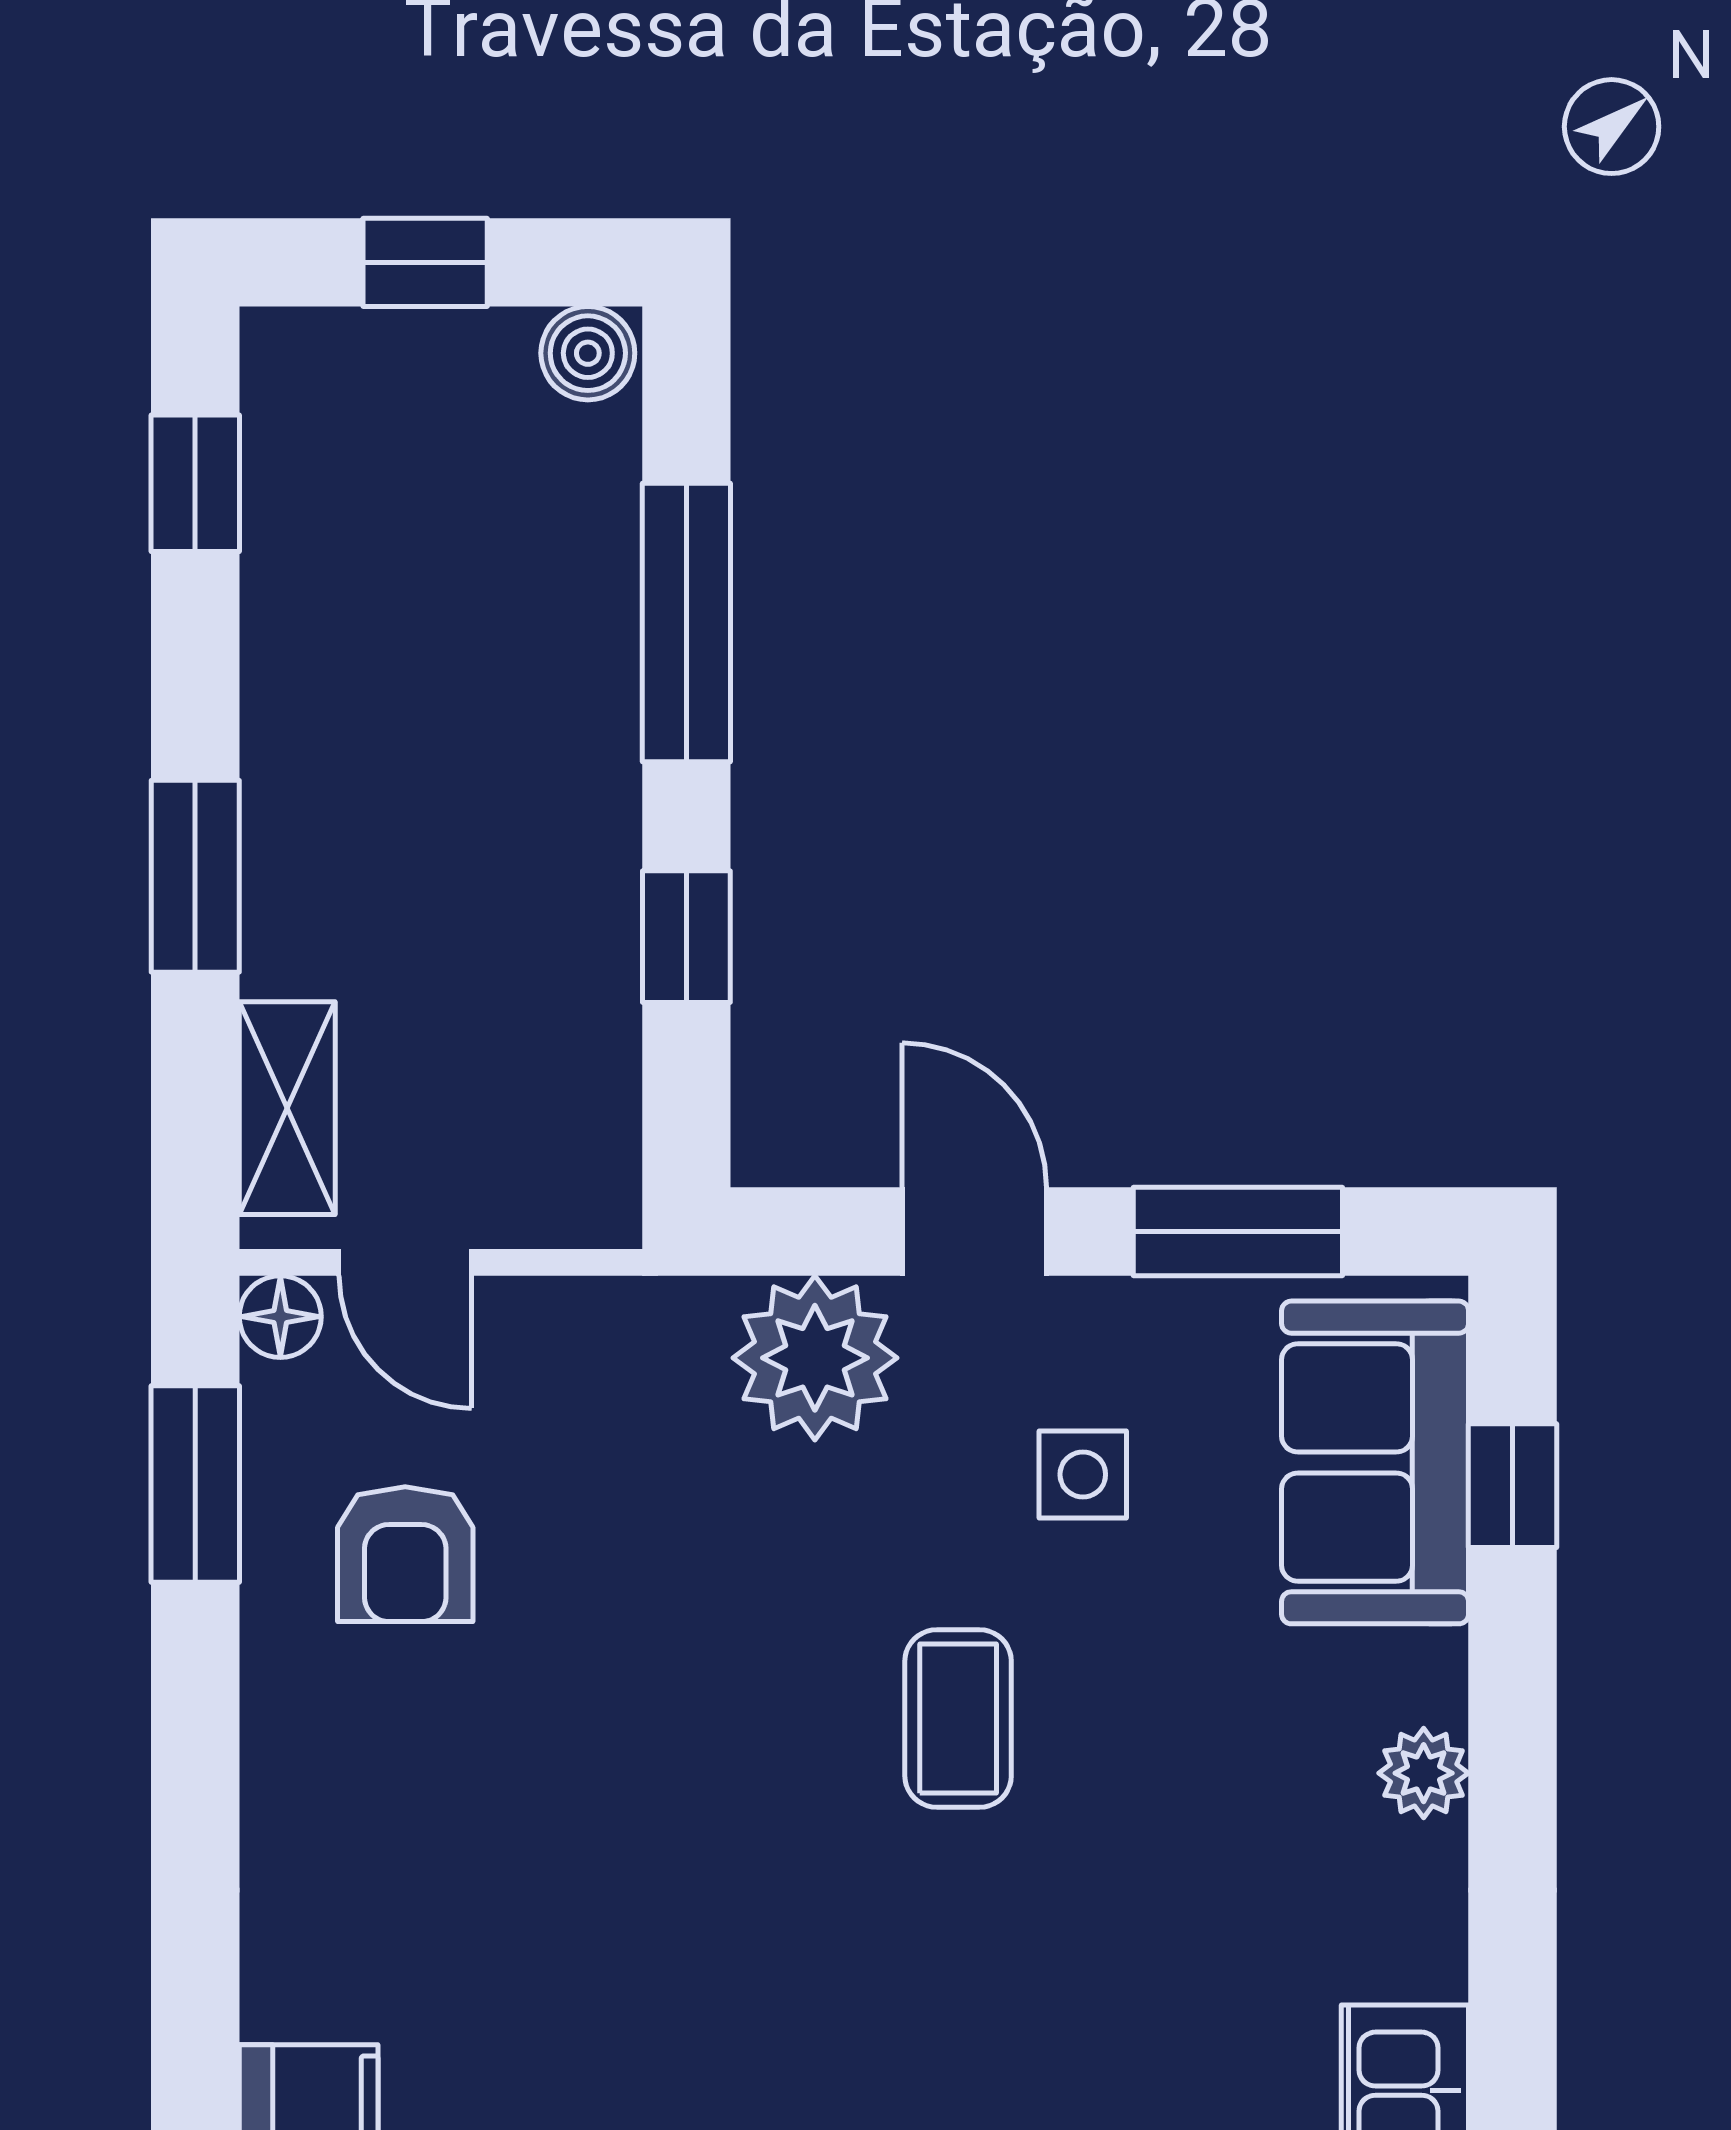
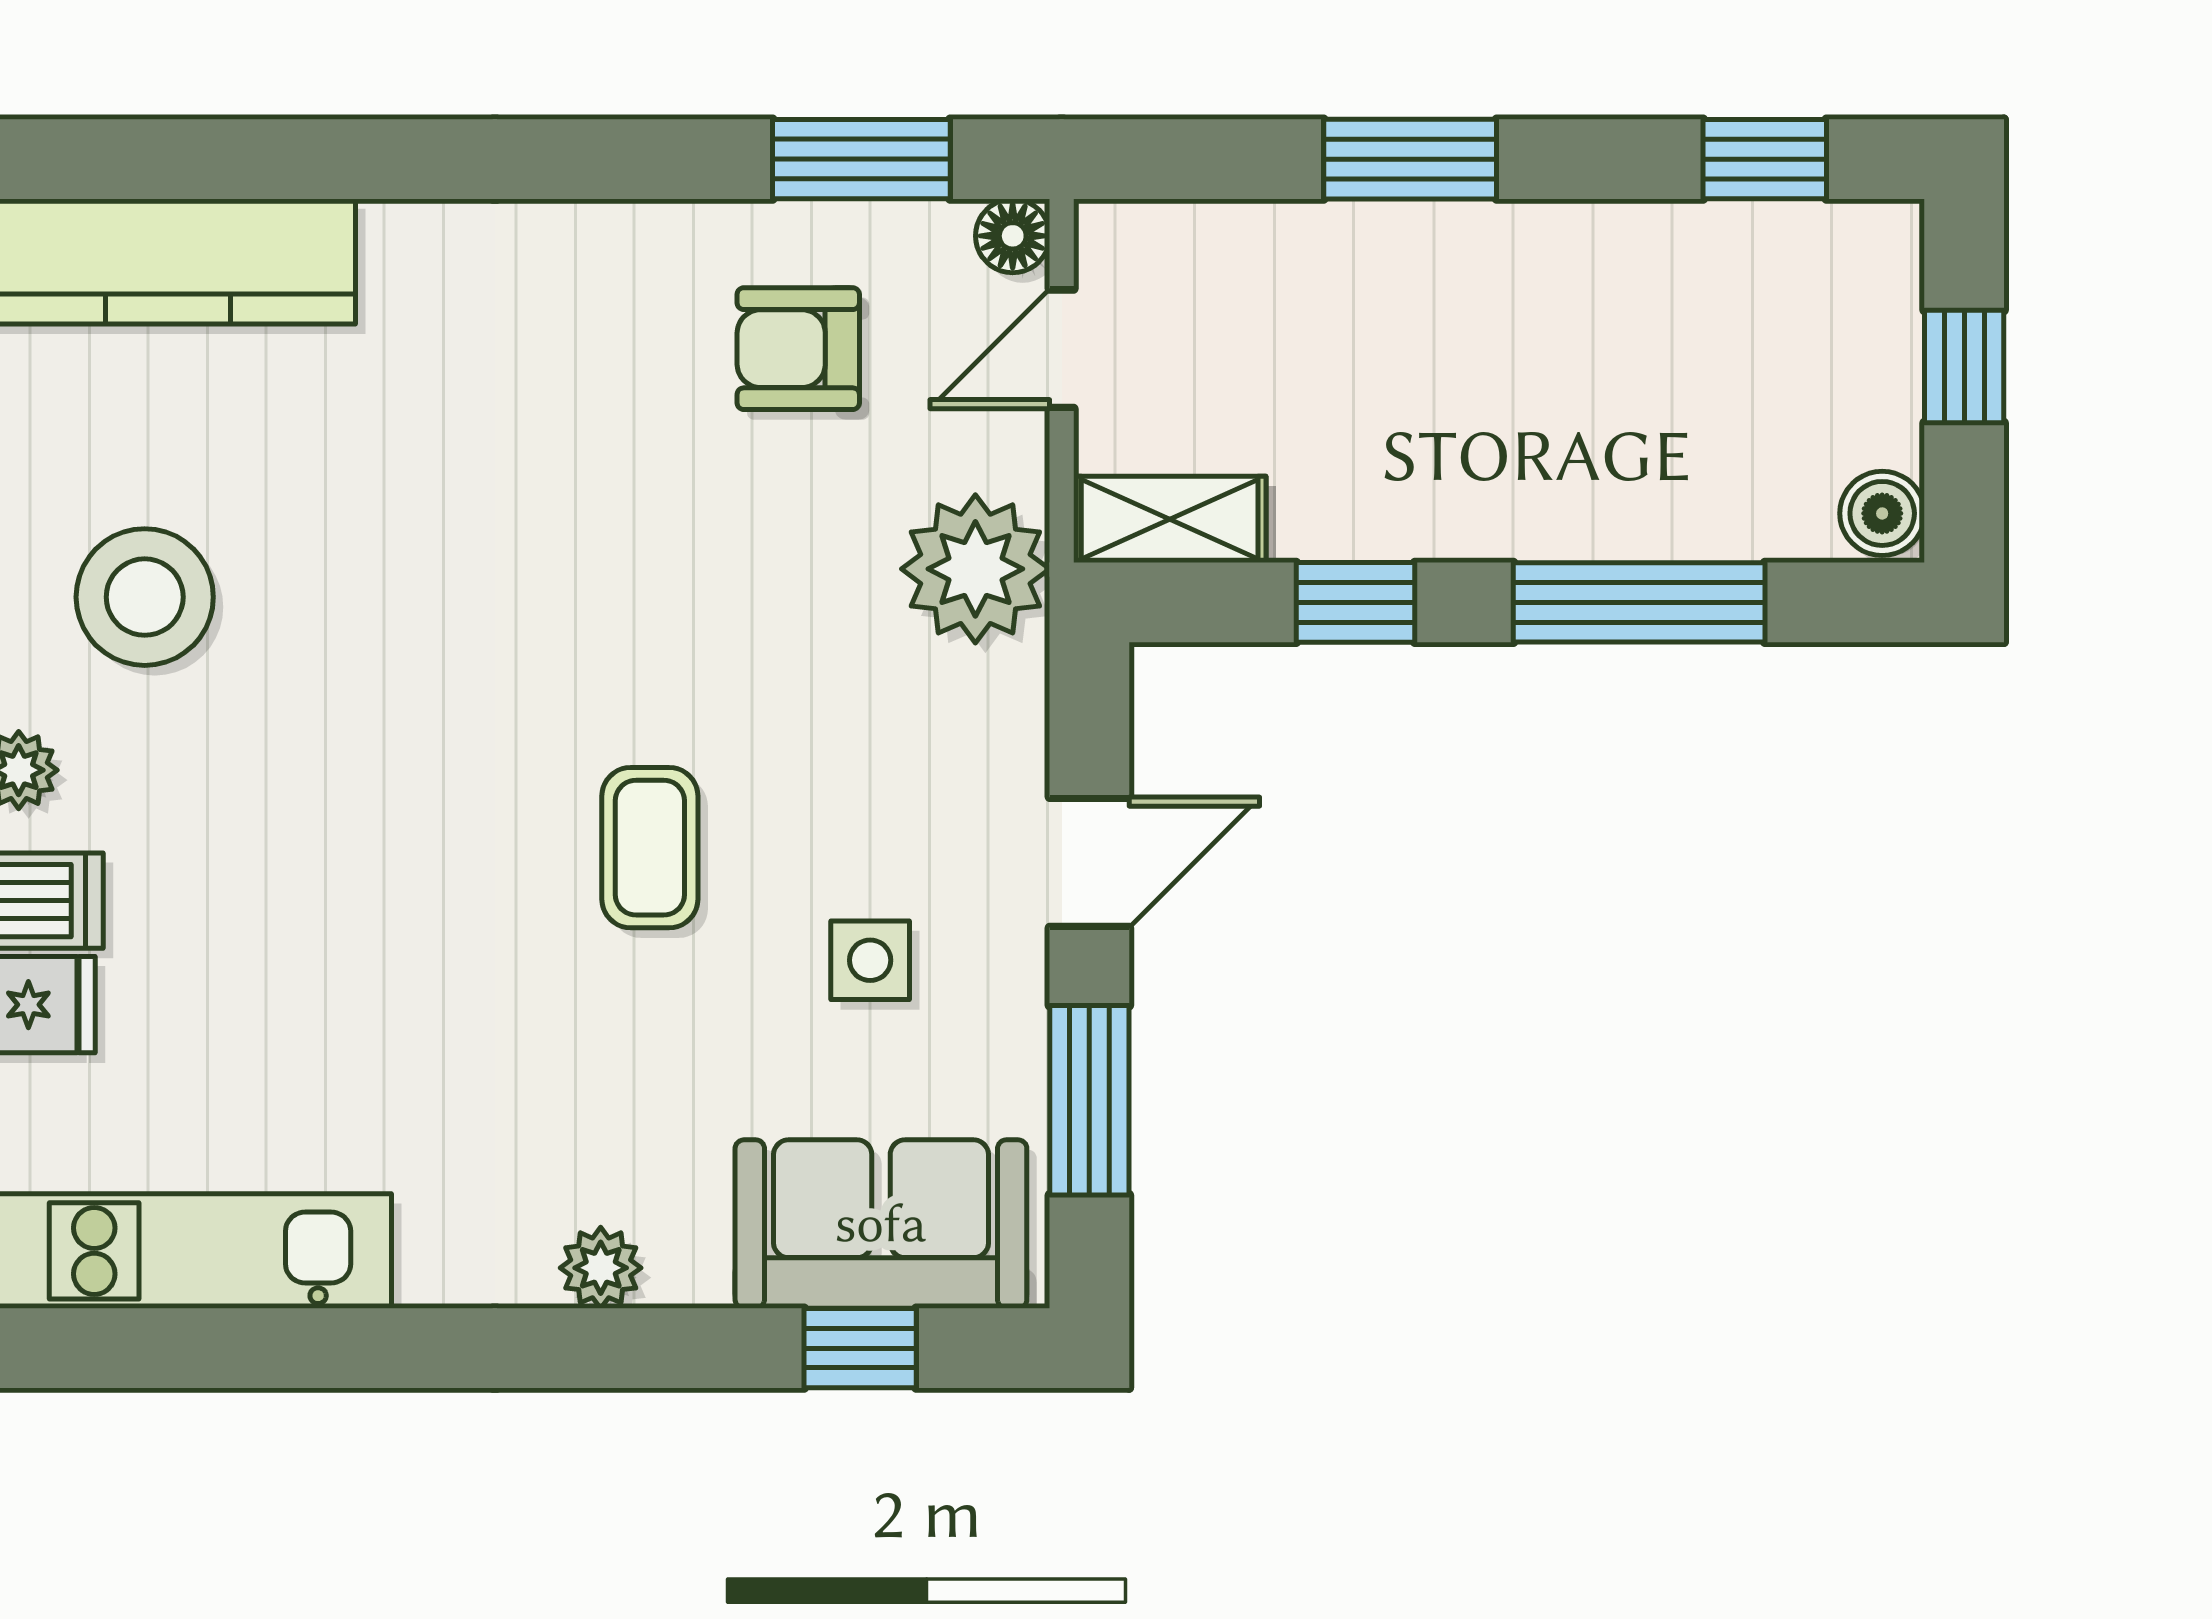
shelving: (287, 1108) -> (1170, 519), moved
plant: (815, 1358) -> (975, 569), moved
coffee table: (958, 1719) -> (650, 848), turned 90

